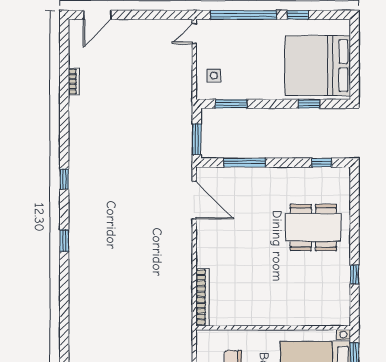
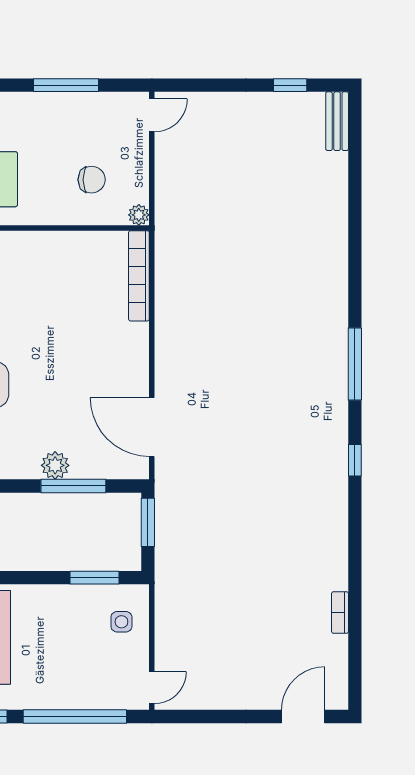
plant: (256, 176) -> (55, 465), added
window: (64, 241) -> (355, 364), width x2.17
plant: (203, 336) -> (139, 215), added

